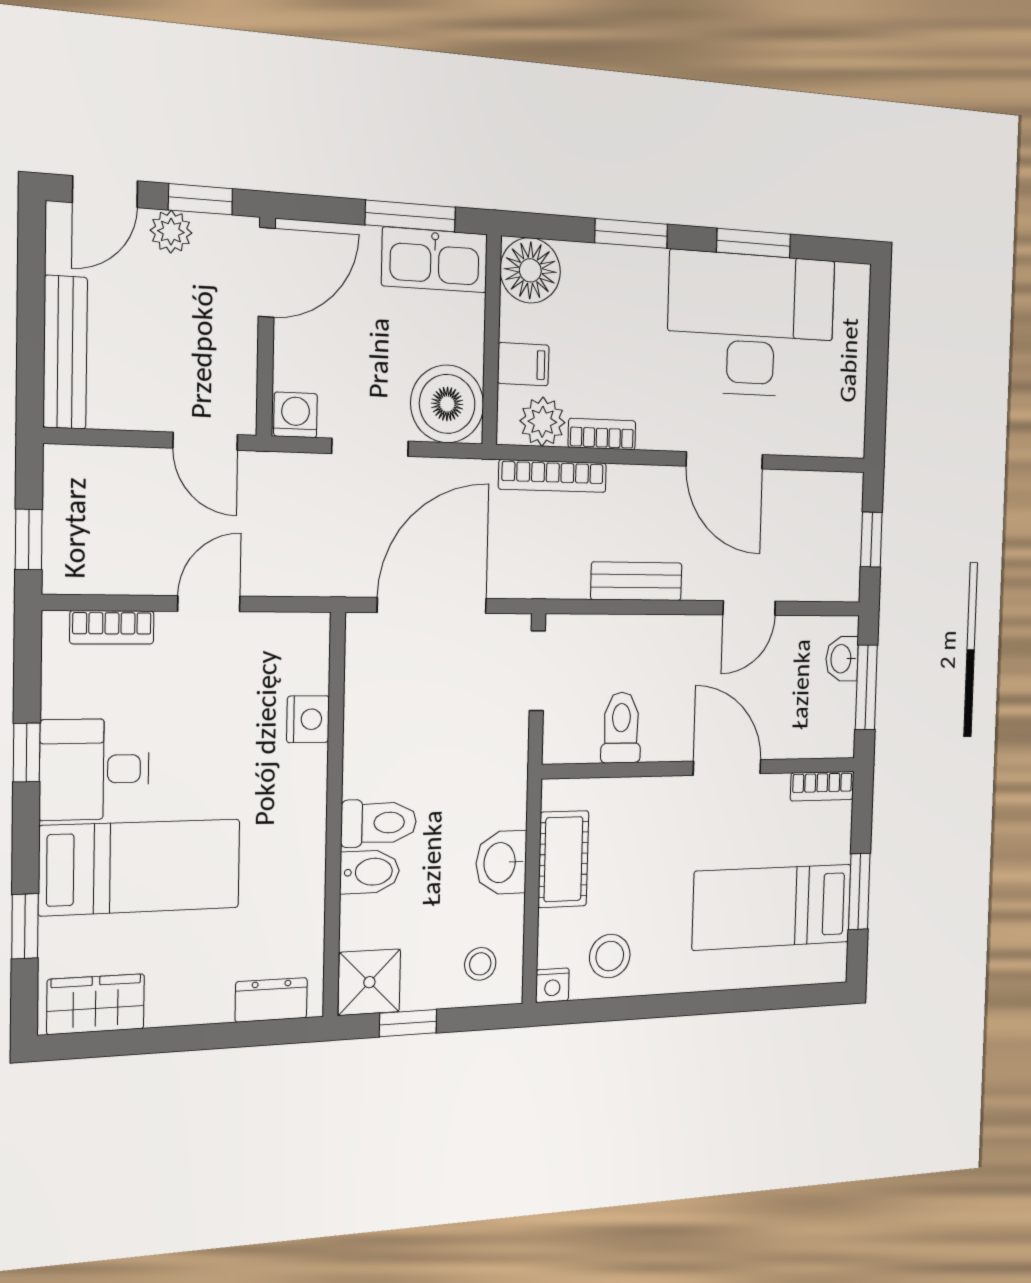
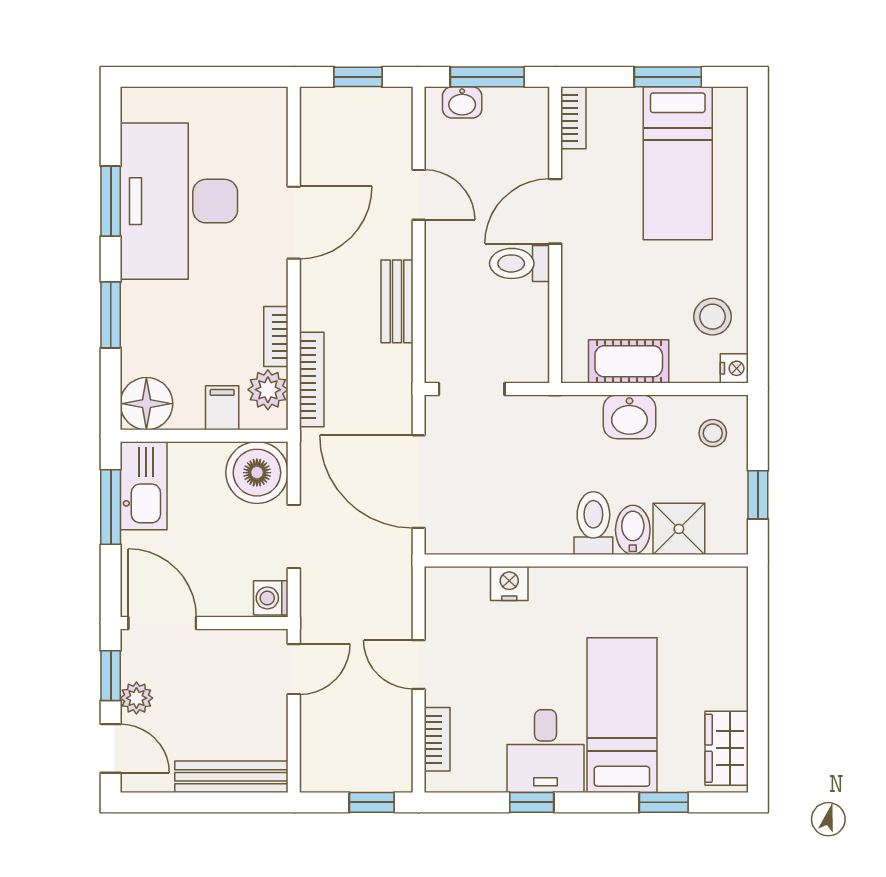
toilet: (621, 728) -> (520, 263), moved
shower: (369, 982) -> (679, 529), moved
dresser: (271, 1000) -> (732, 609), removed

